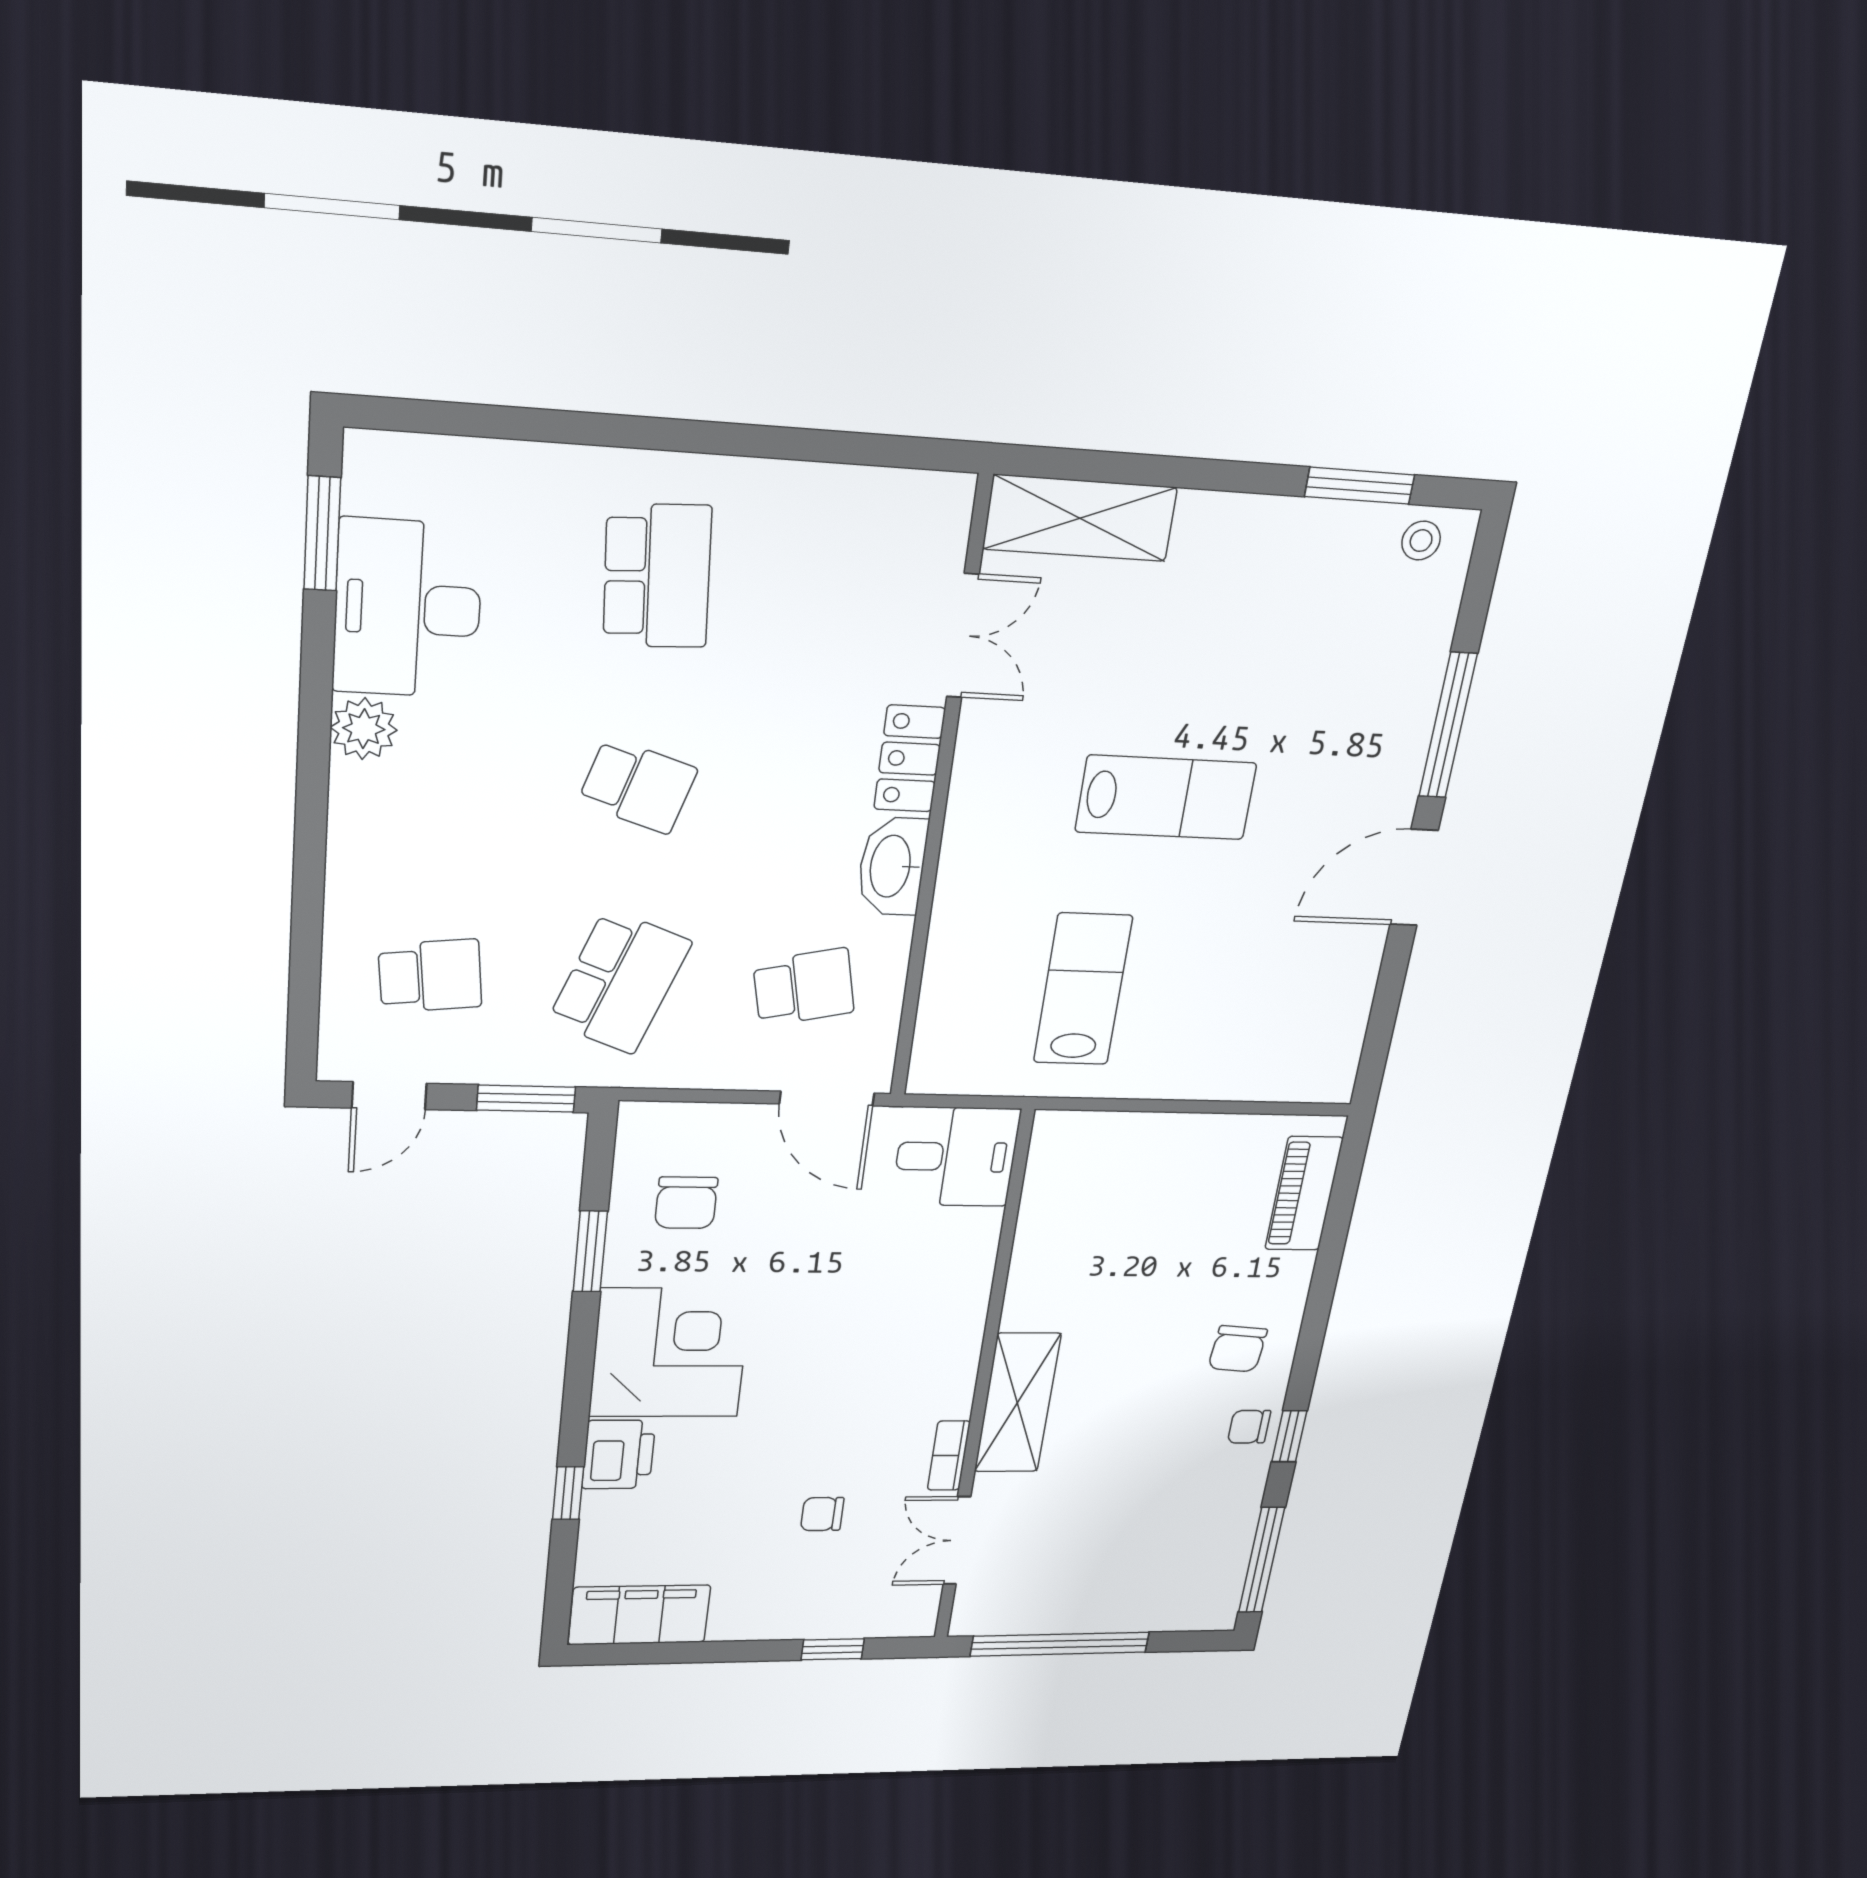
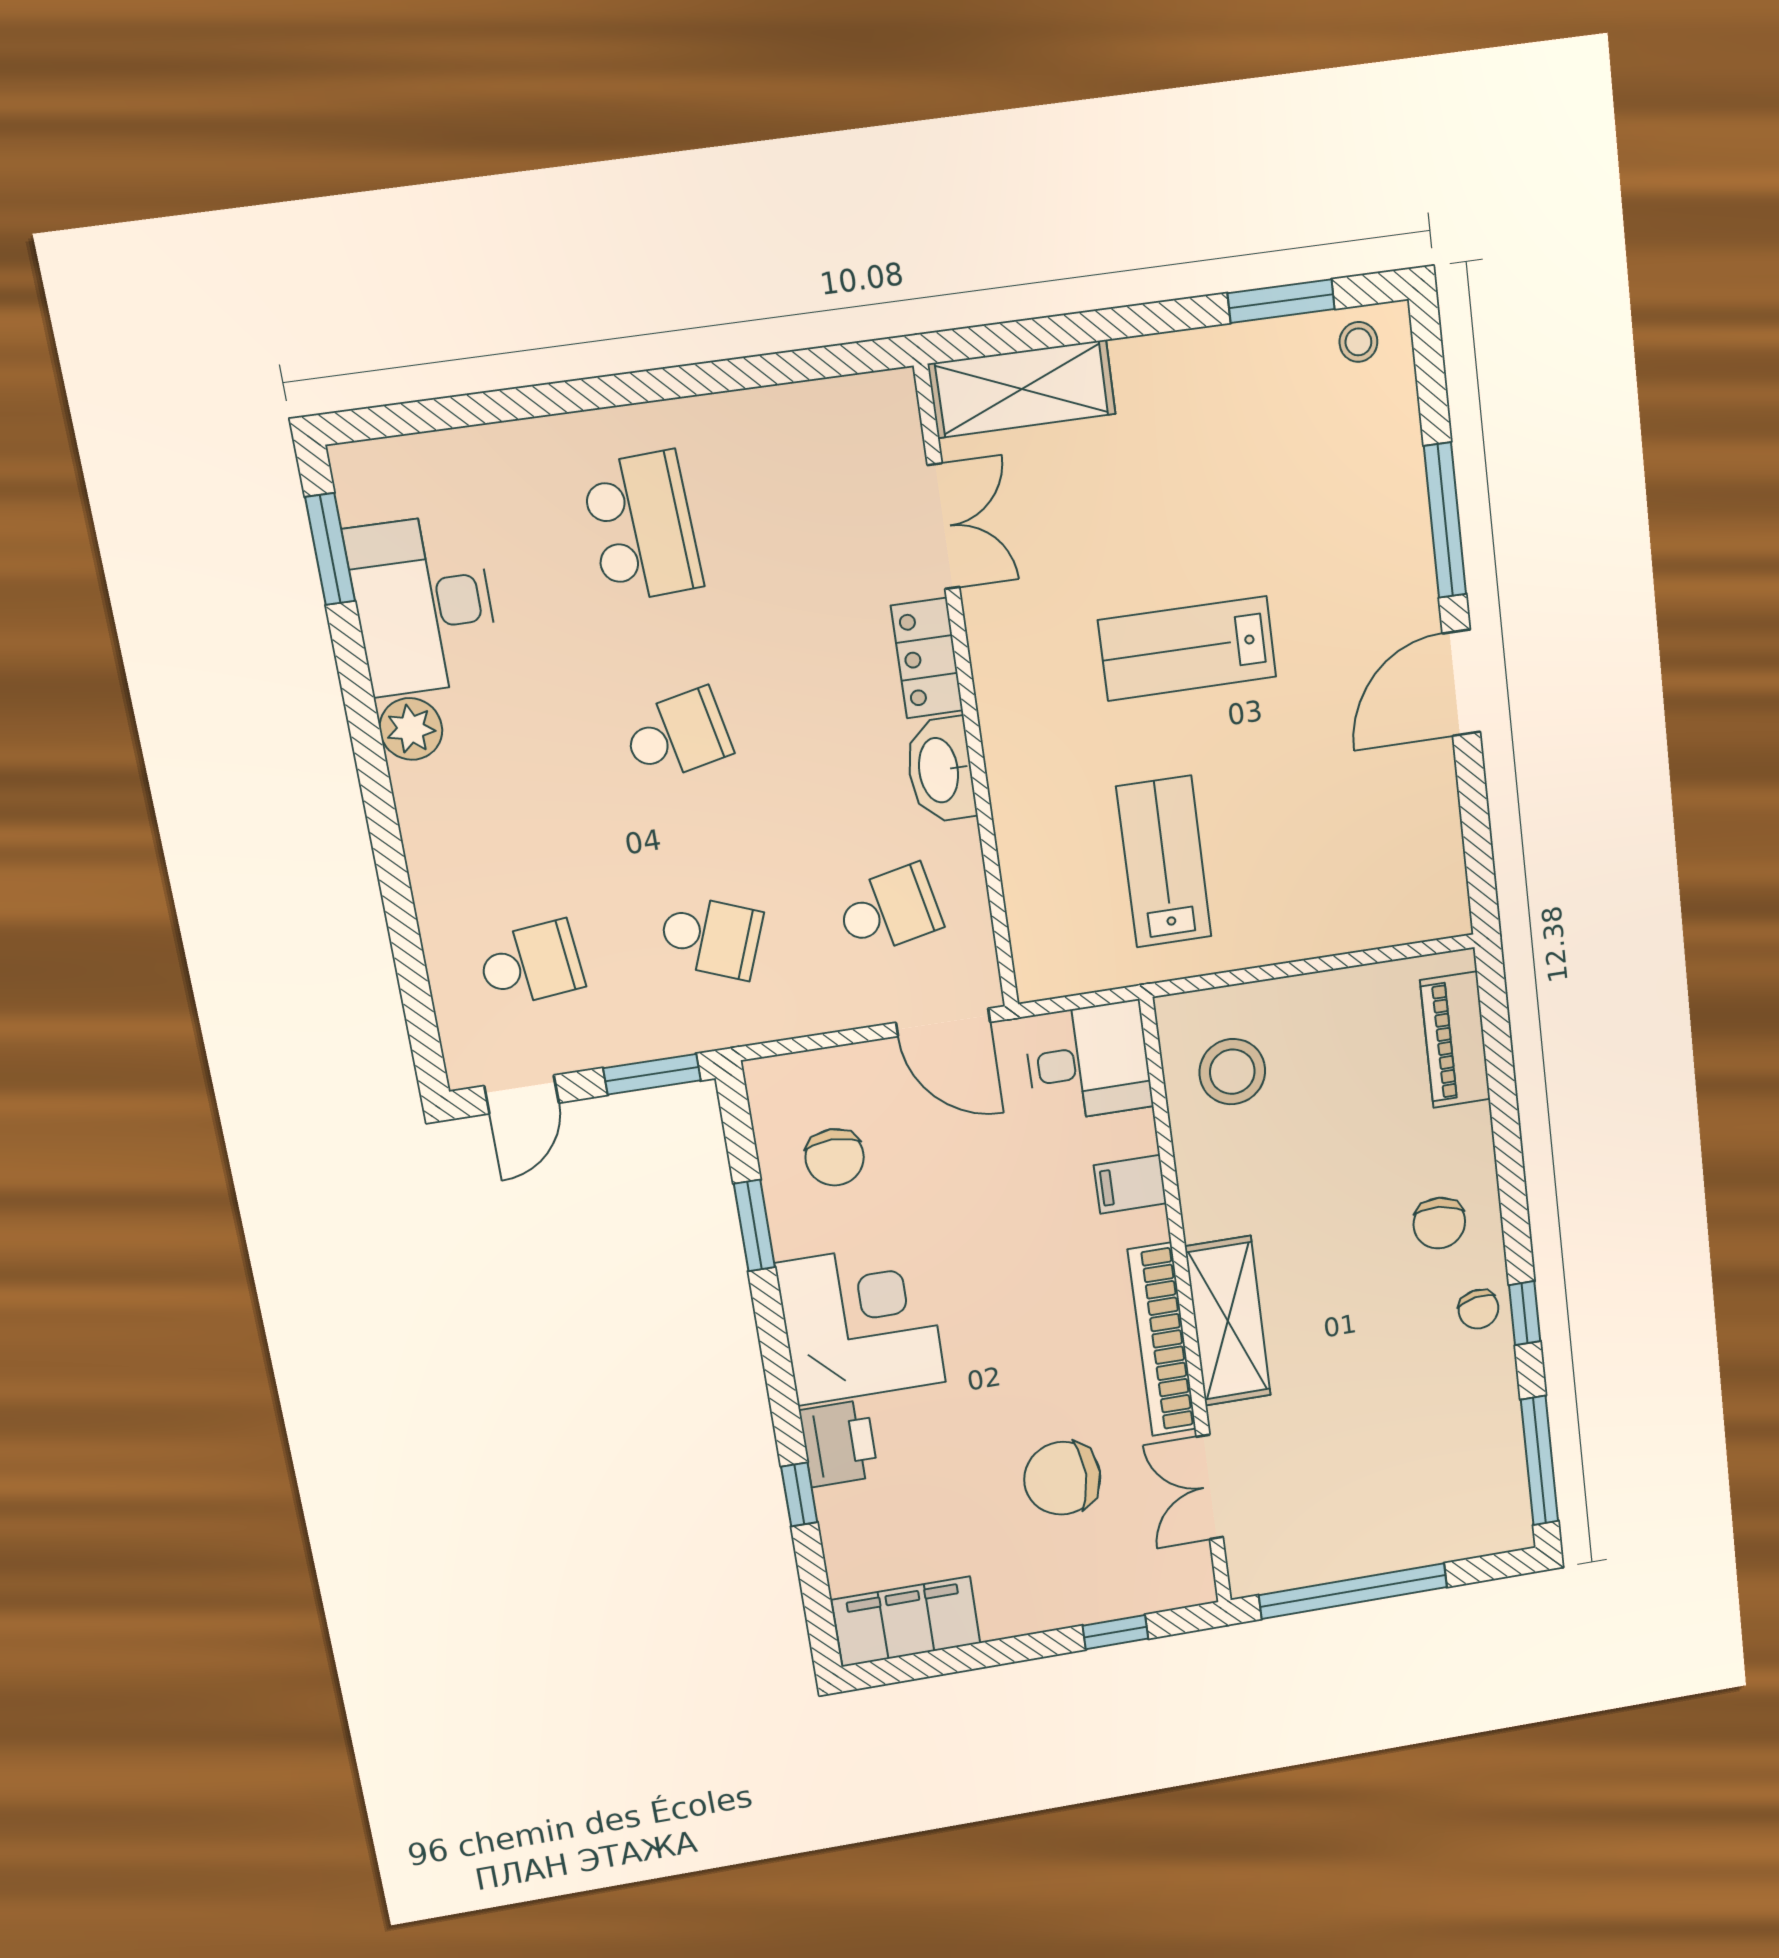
school desk: (638, 786) -> (677, 735), turned -30
lab bench: (1166, 797) -> (1187, 648), turned 180
school desk: (620, 982) -> (711, 937), width x0.54
stool: (1089, 1188) -> (1232, 1072), added
filing cabinet: (963, 1271) -> (1130, 1184), added
chair: (1249, 1427) -> (1479, 1309), turned -100
bookcase: (949, 1456) -> (1162, 1340), width x2.31, depth x1.31
chair: (822, 1514) -> (1062, 1478), width x1.87, depth x1.87

